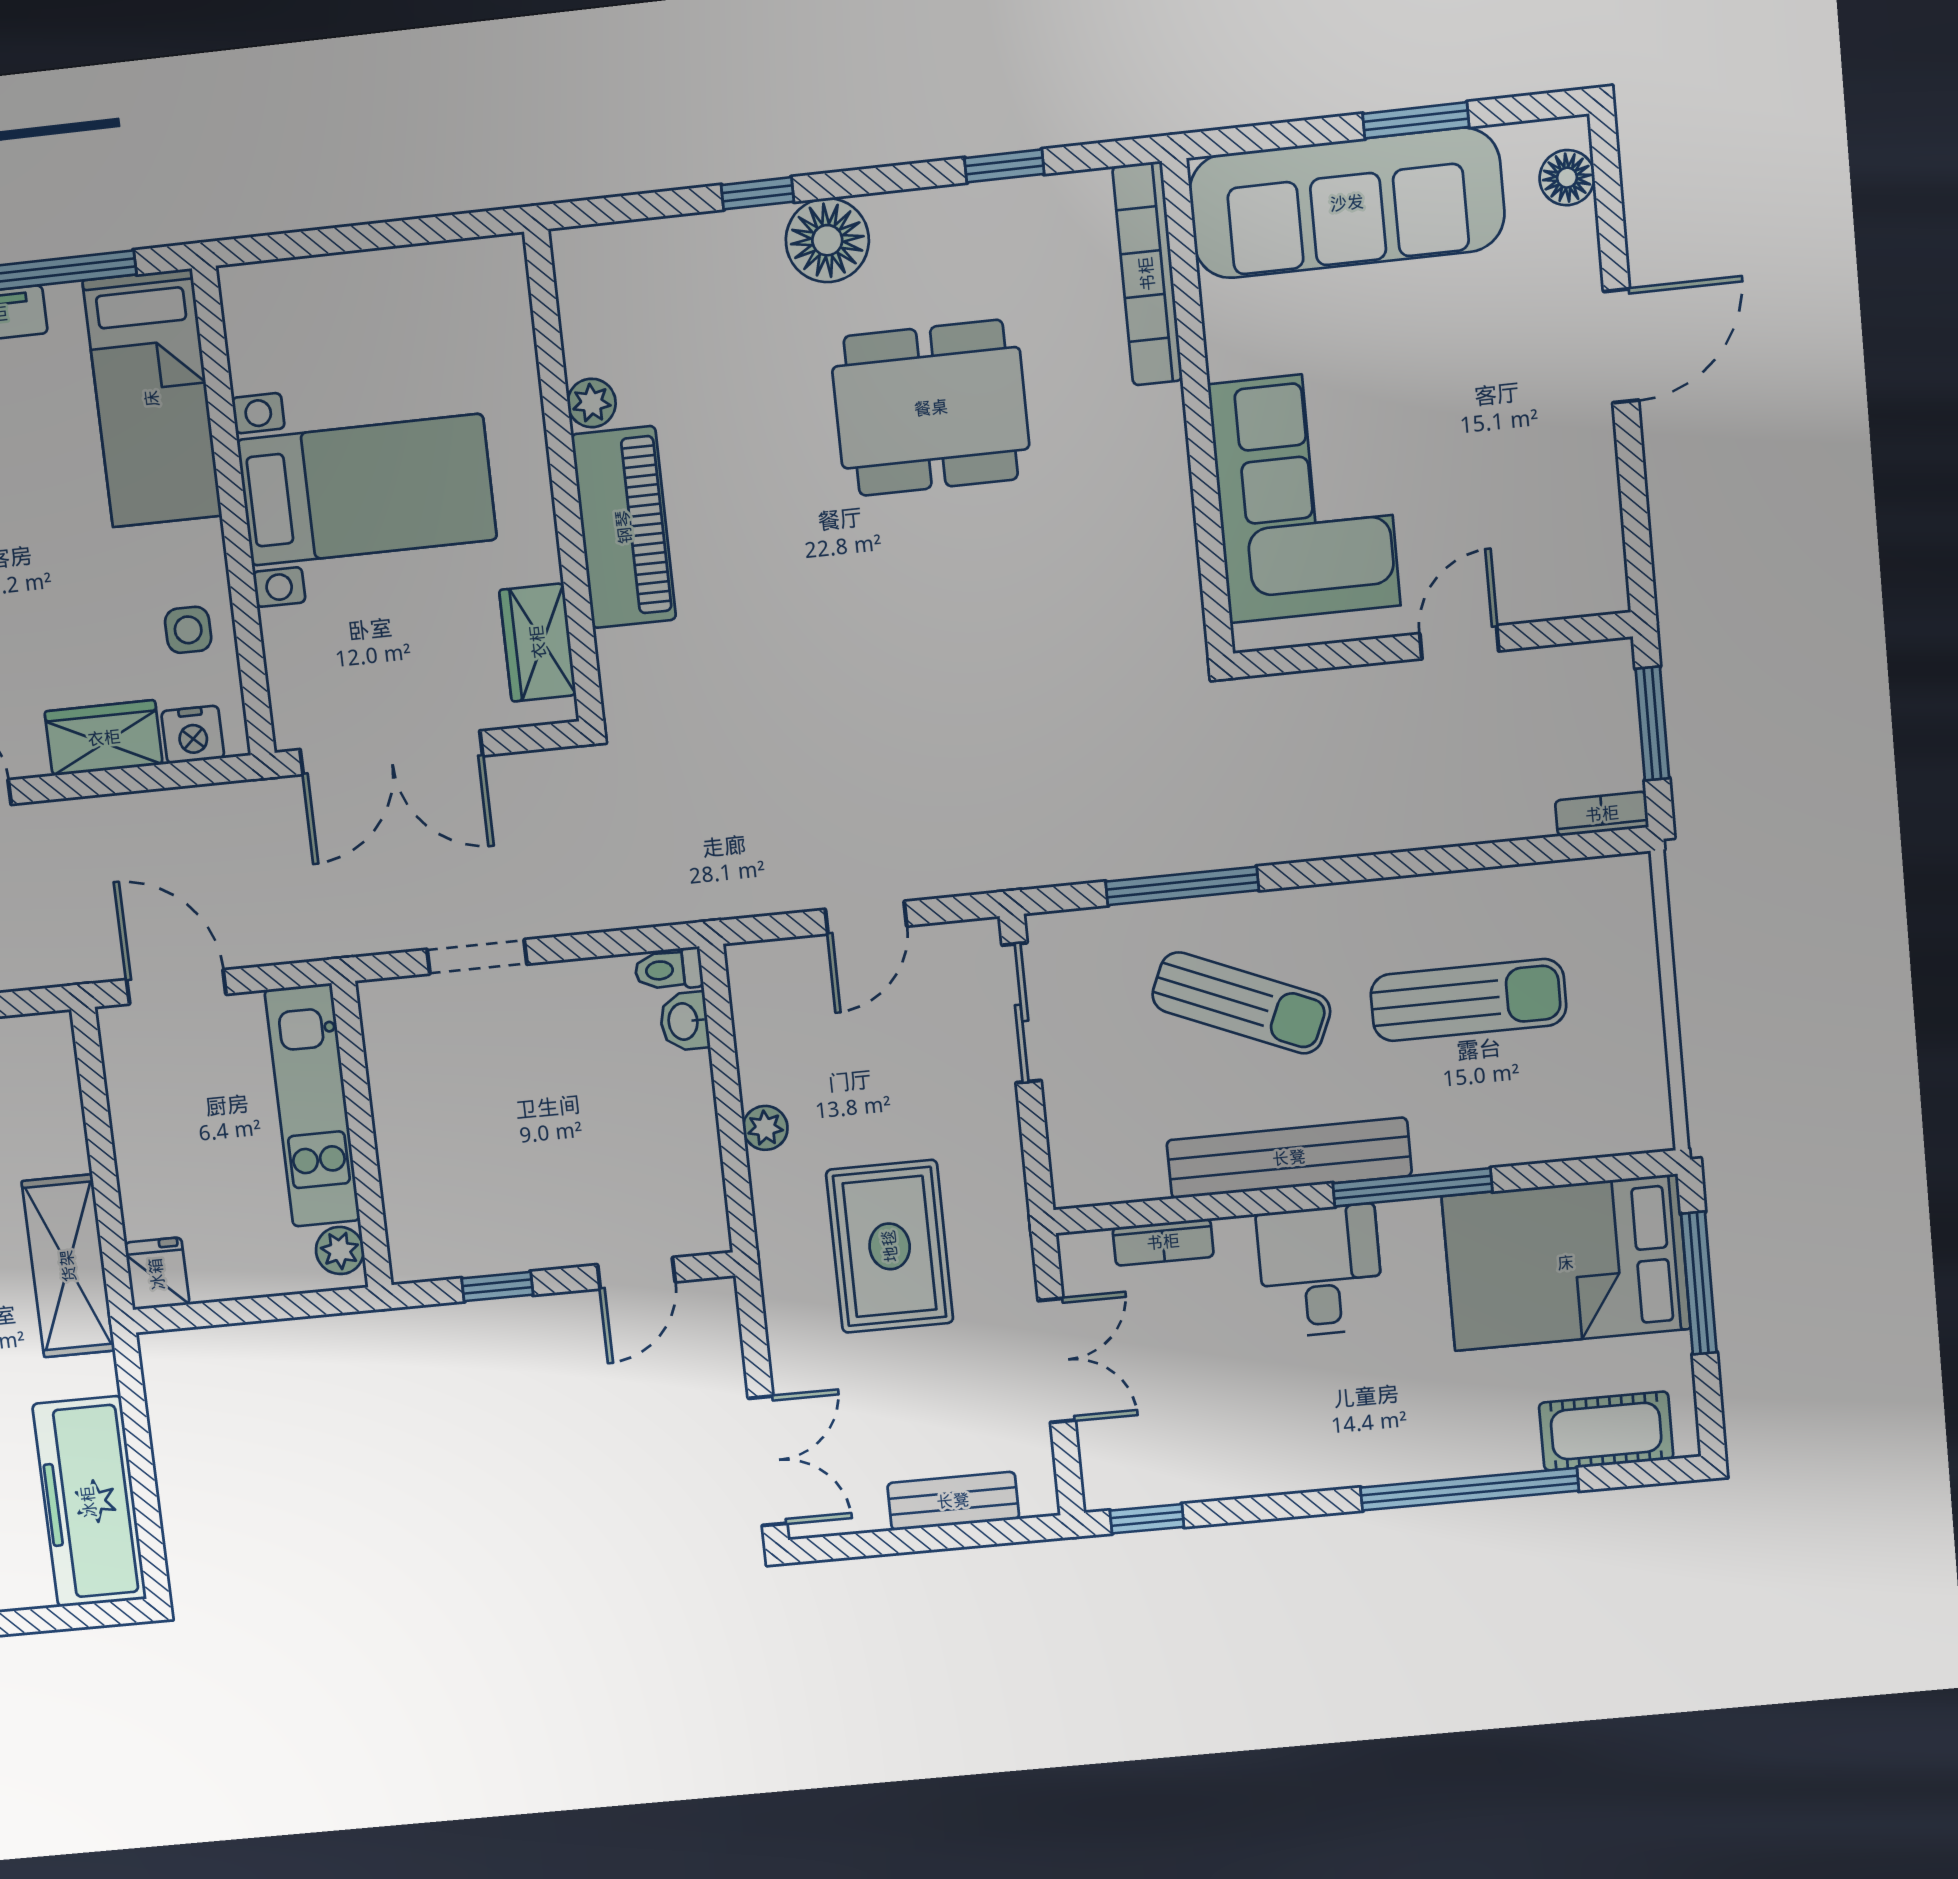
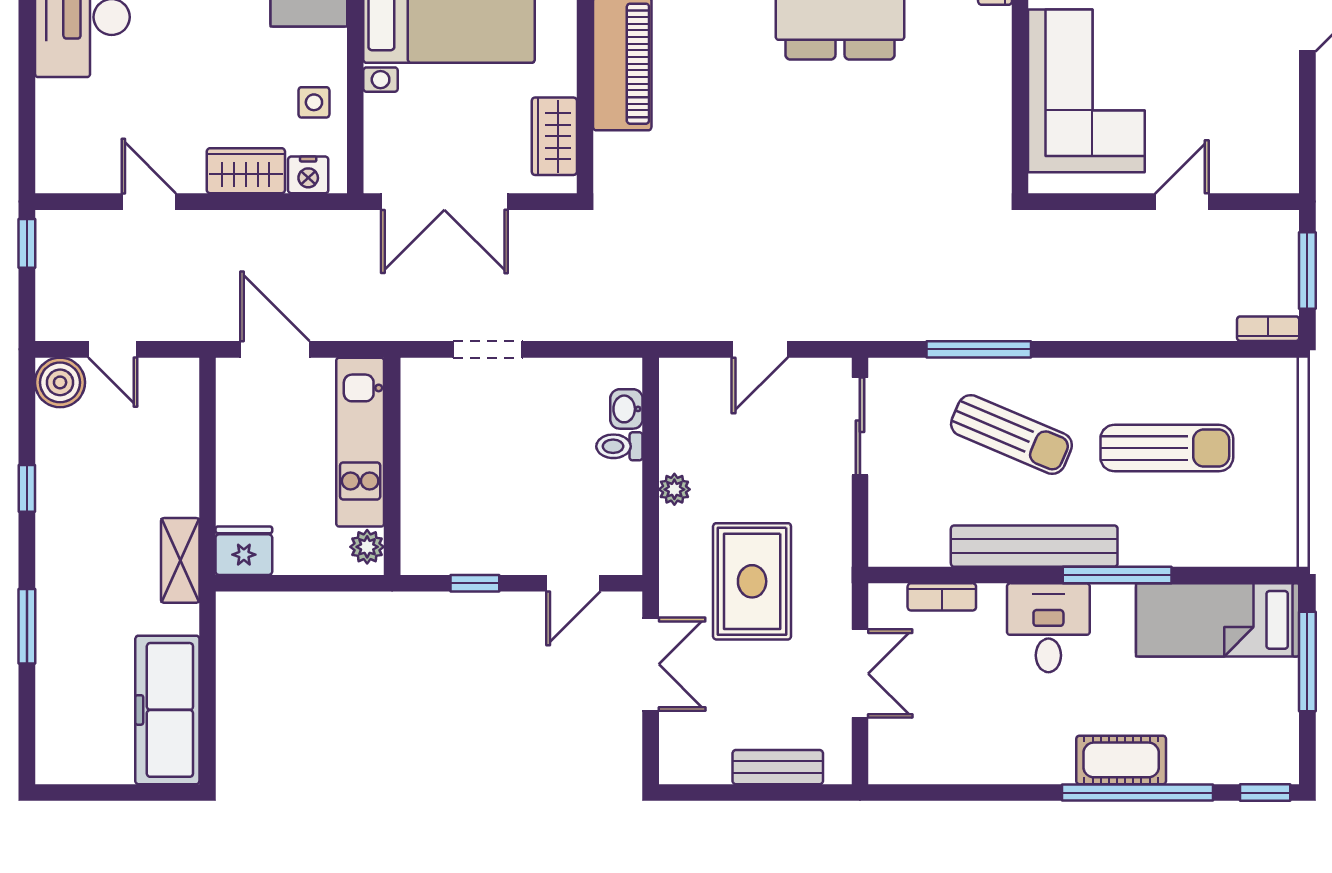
toilet: (669, 970) -> (619, 446), moved
bed: (1566, 1263) -> (1218, 620), width x0.67
shelving: (68, 1266) -> (180, 560), width x0.67, depth x0.75
fridge: (157, 1274) -> (244, 551), width x1.38
cot: (1606, 1431) -> (1121, 760), moved
double door: (768, 1461) -> (651, 664), moved
window: (1147, 1519) -> (1265, 793), moved

